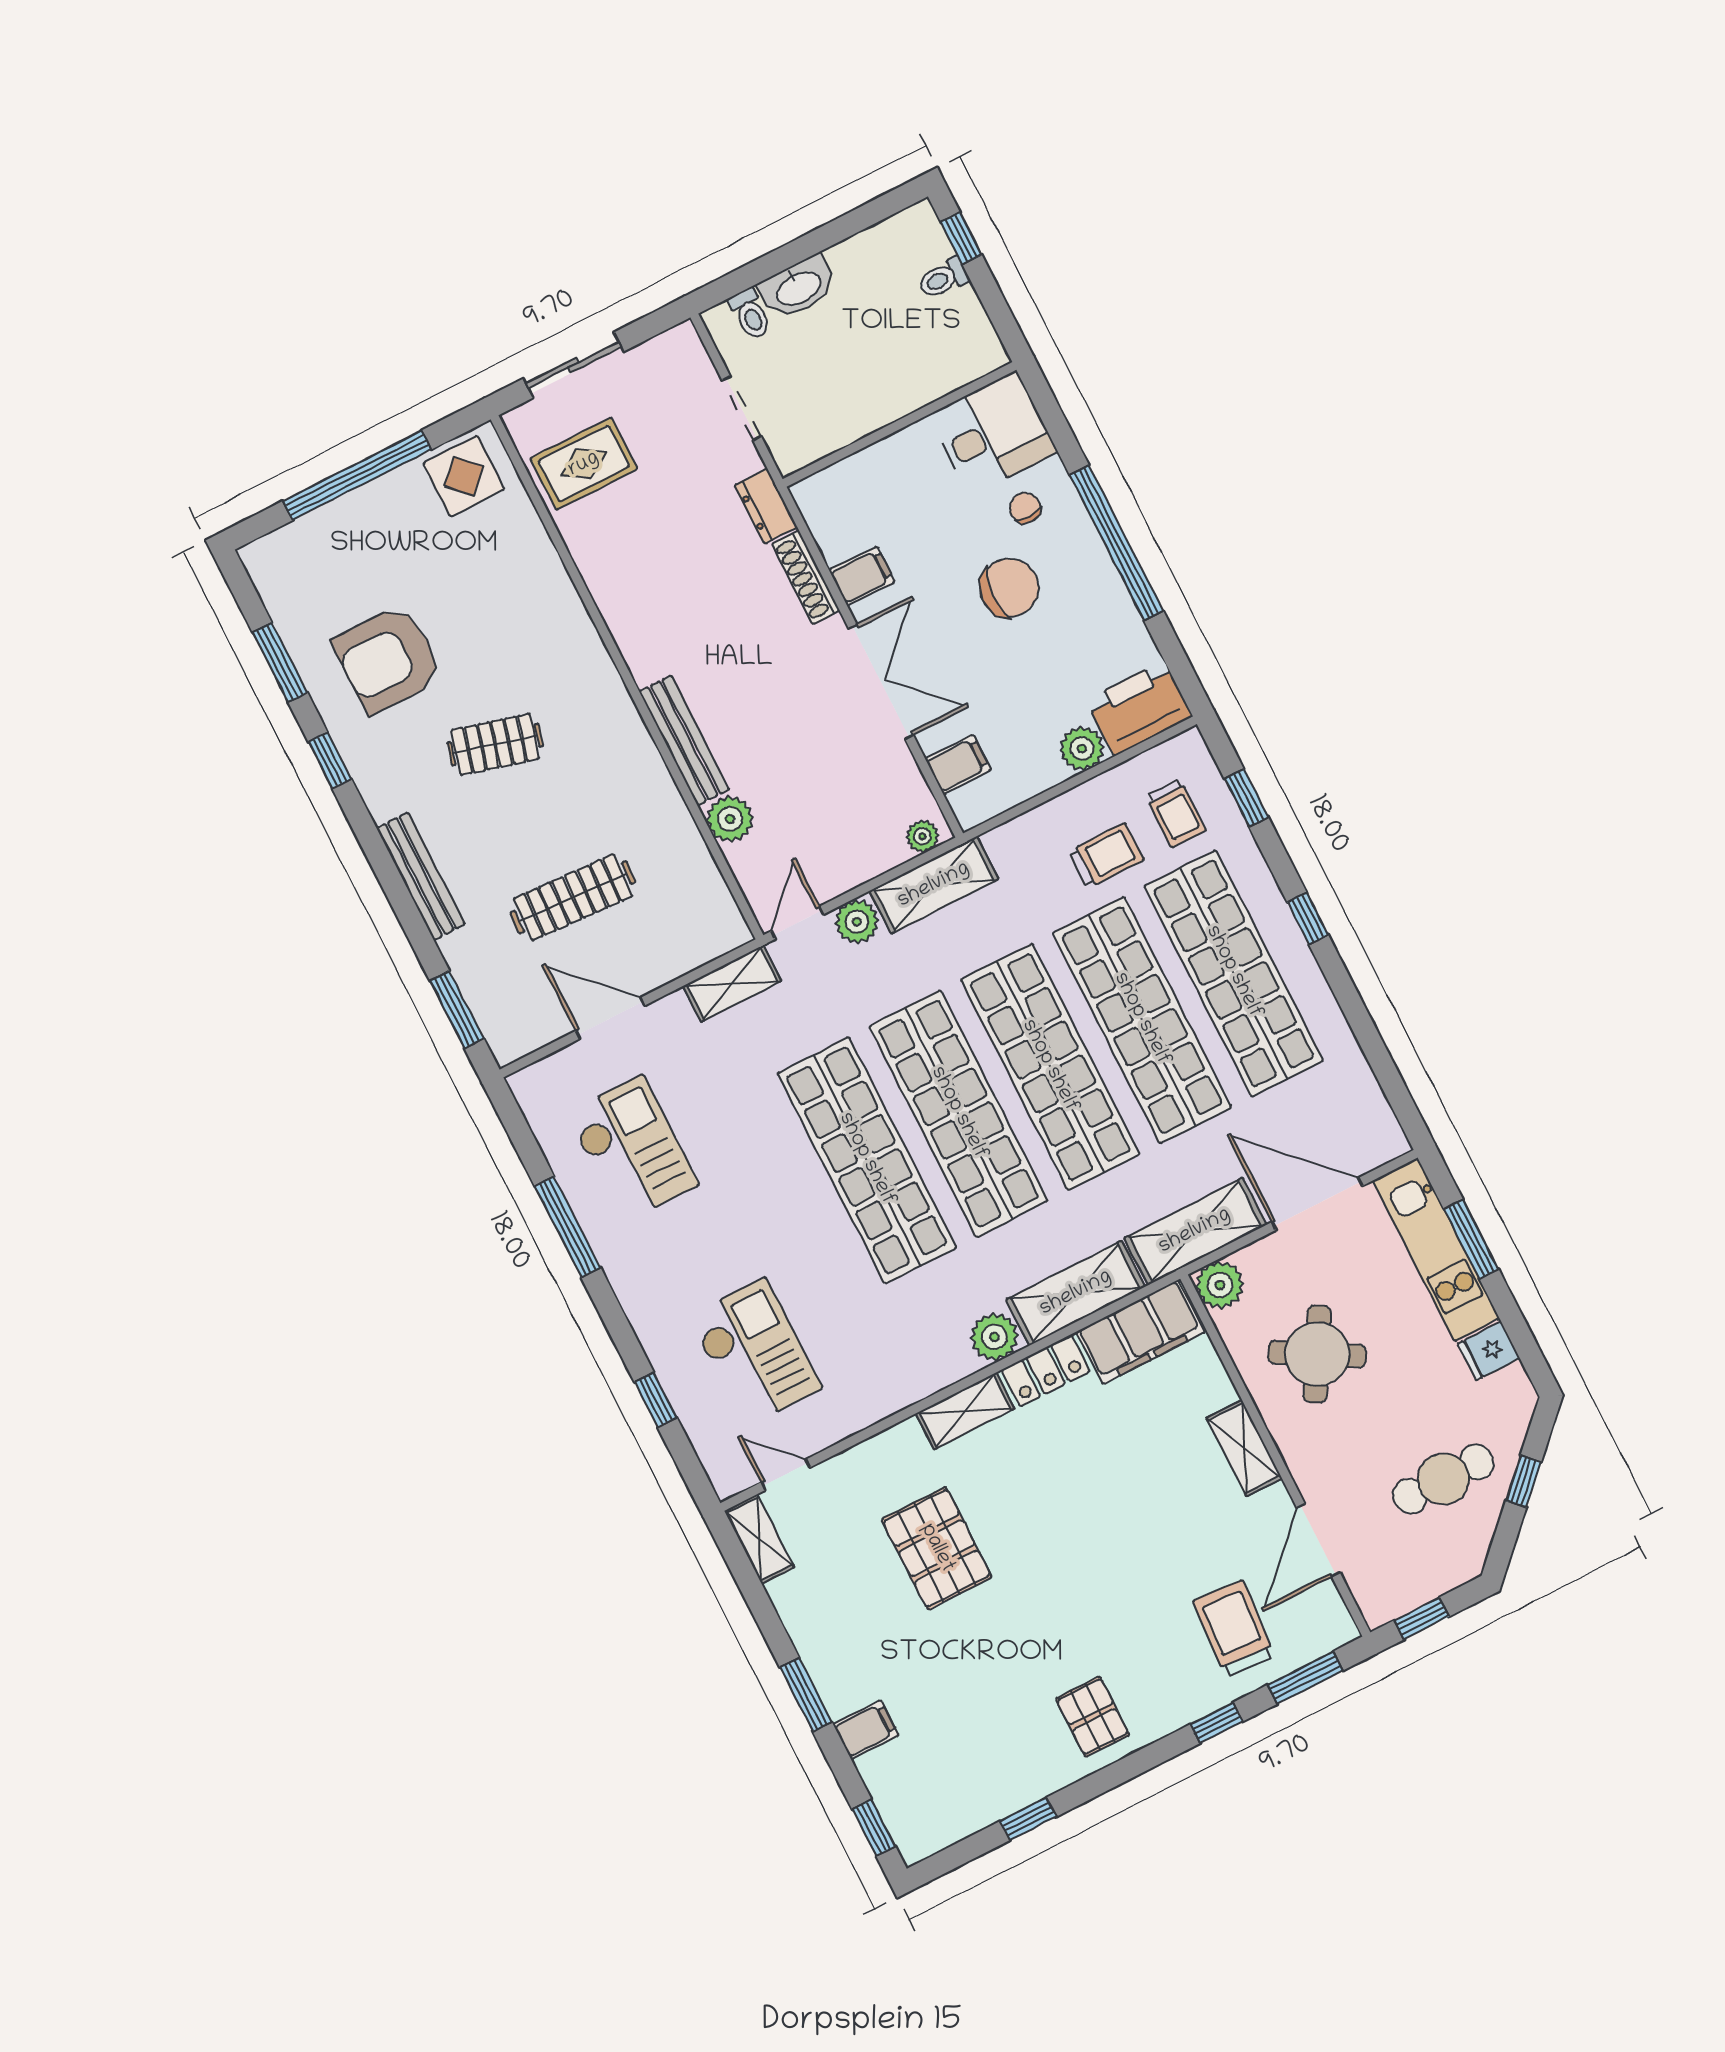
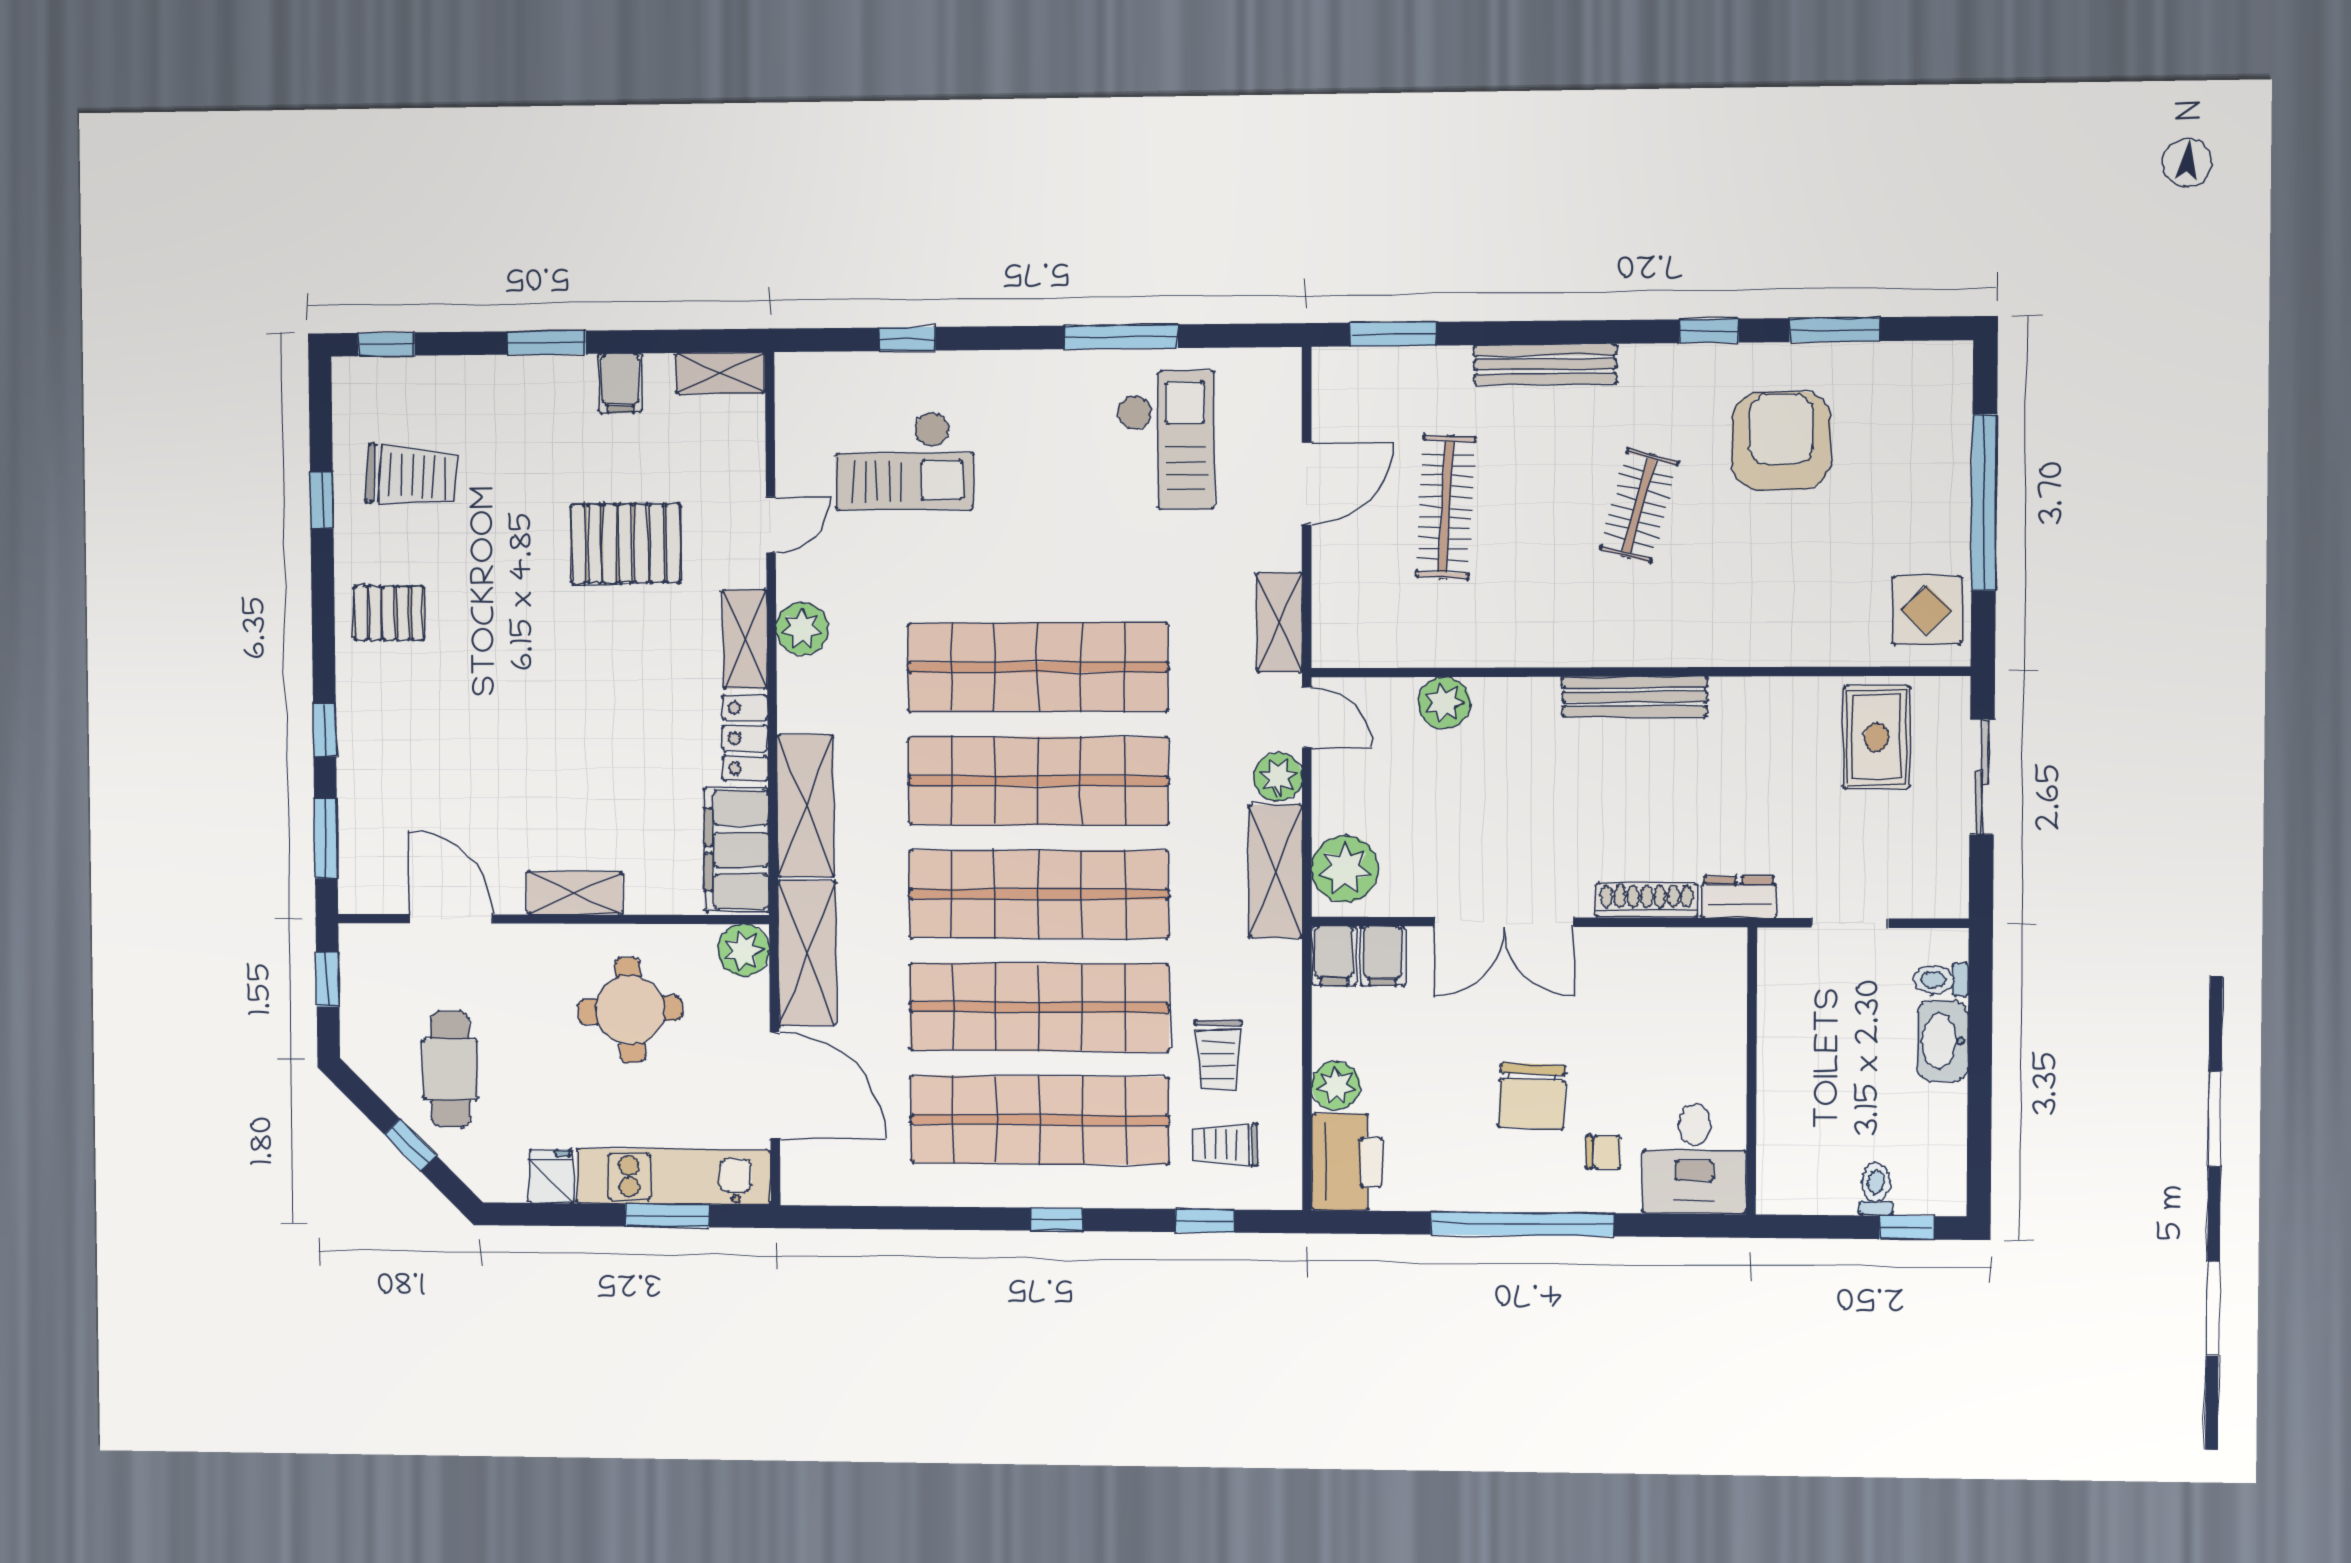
filing cabinet: (862, 576) -> (1334, 956), moved
bench: (684, 740) -> (1635, 697), moved
plant: (922, 836) -> (1345, 869), width x1.88, depth x1.88
checkout: (632, 1149) -> (1166, 440), turned -90
door: (1317, 1204) -> (775, 1085), hinge flipped
plant: (994, 1337) -> (802, 629), moved
round table: (1317, 1354) -> (630, 1010), turned -33
door: (786, 1475) -> (771, 525), moved
trolley: (1234, 1629) -> (412, 476), moved
filing cabinet: (866, 1730) -> (620, 383), moved

